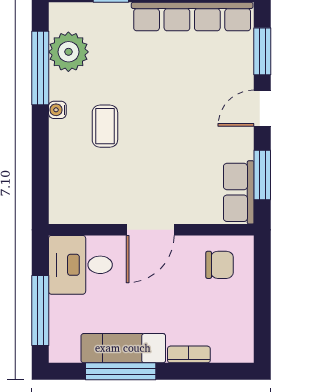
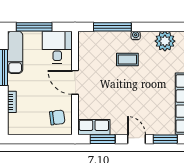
window: (40, 68) -> (112, 27), moved
chair: (220, 265) -> (57, 117), turned -97
exam couch: (123, 348) -> (15, 52), moved

